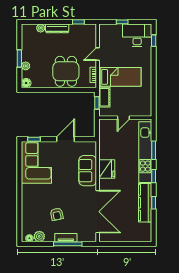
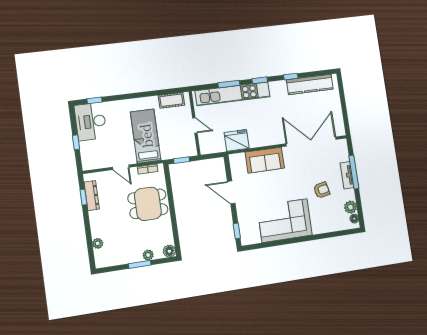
dresser: (57, 28) -> (92, 196), moved
cot: (104, 97) -> (171, 100), moved
corner sofa: (36, 162) -> (285, 221), moved
fridge: (107, 169) -> (237, 140), moved
kitchen counter: (145, 203) -> (310, 84), moved

